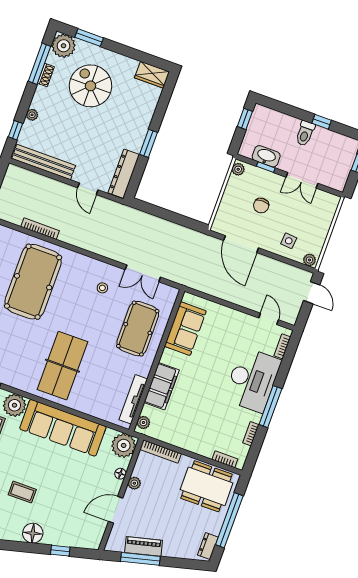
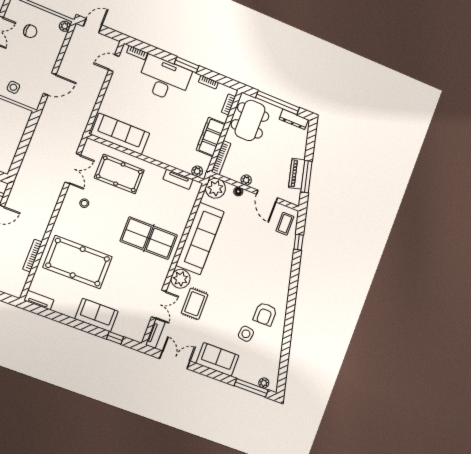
chair: (261, 206) -> (30, 31), moved
side table: (289, 241) -> (13, 87), moved
door: (241, 244) -> (50, 84), width x0.73
sofa: (185, 329) -> (120, 134), width x1.36
filing cabinet: (162, 386) -> (211, 137), moved, turned -90
tv unit: (133, 399) -> (178, 179), width x0.71
window: (270, 407) -> (187, 65), width x0.69
coffee table: (22, 492) -> (285, 224), moved
floor lamp: (33, 533) -> (284, 265), removed
dresser: (208, 546) -> (294, 119), width x1.44

